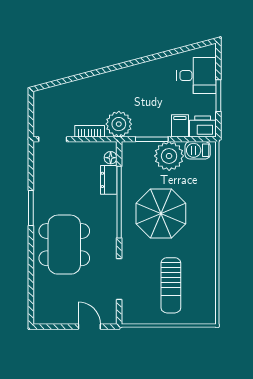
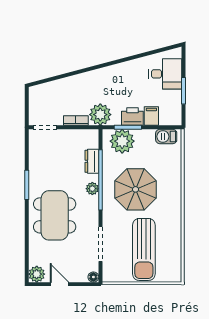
printer: (203, 126) -> (132, 116), moved
plant: (169, 156) -> (122, 141), moved
floor lamp: (111, 158) -> (93, 277), moved
plant: (109, 213) -> (92, 189), added
sun lounger: (171, 285) -> (144, 249), width x1.36, depth x1.34
plant: (43, 315) -> (37, 274), added
door: (89, 327) -> (59, 284), moved

